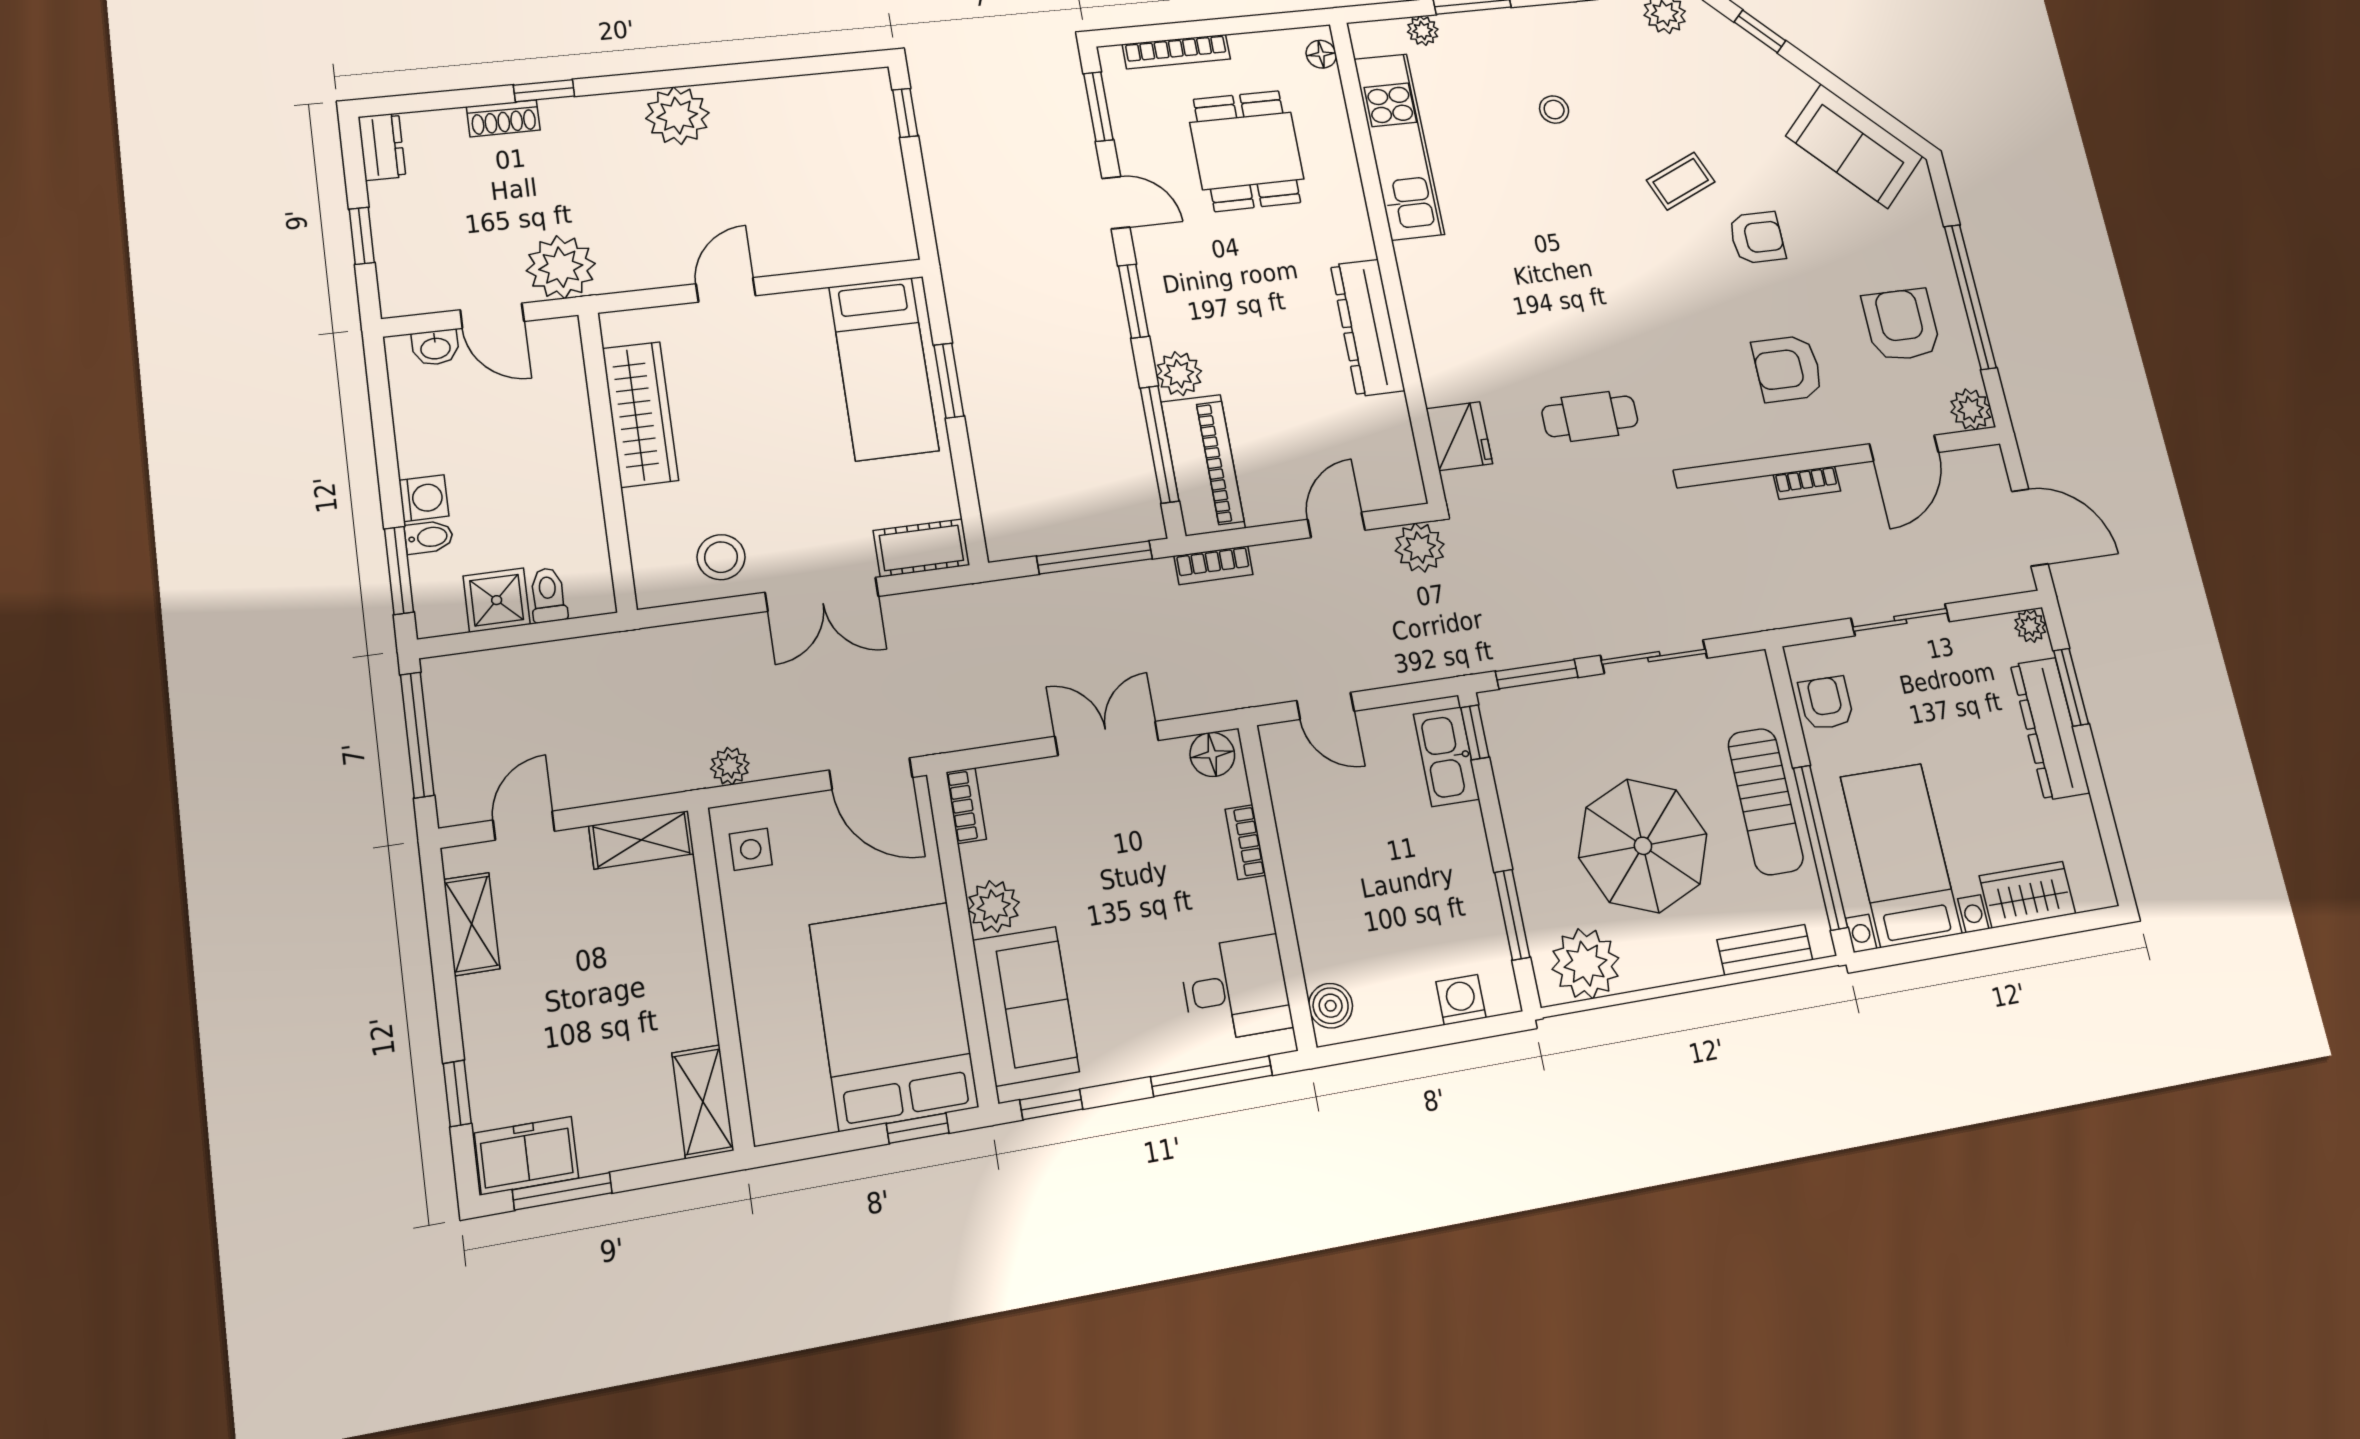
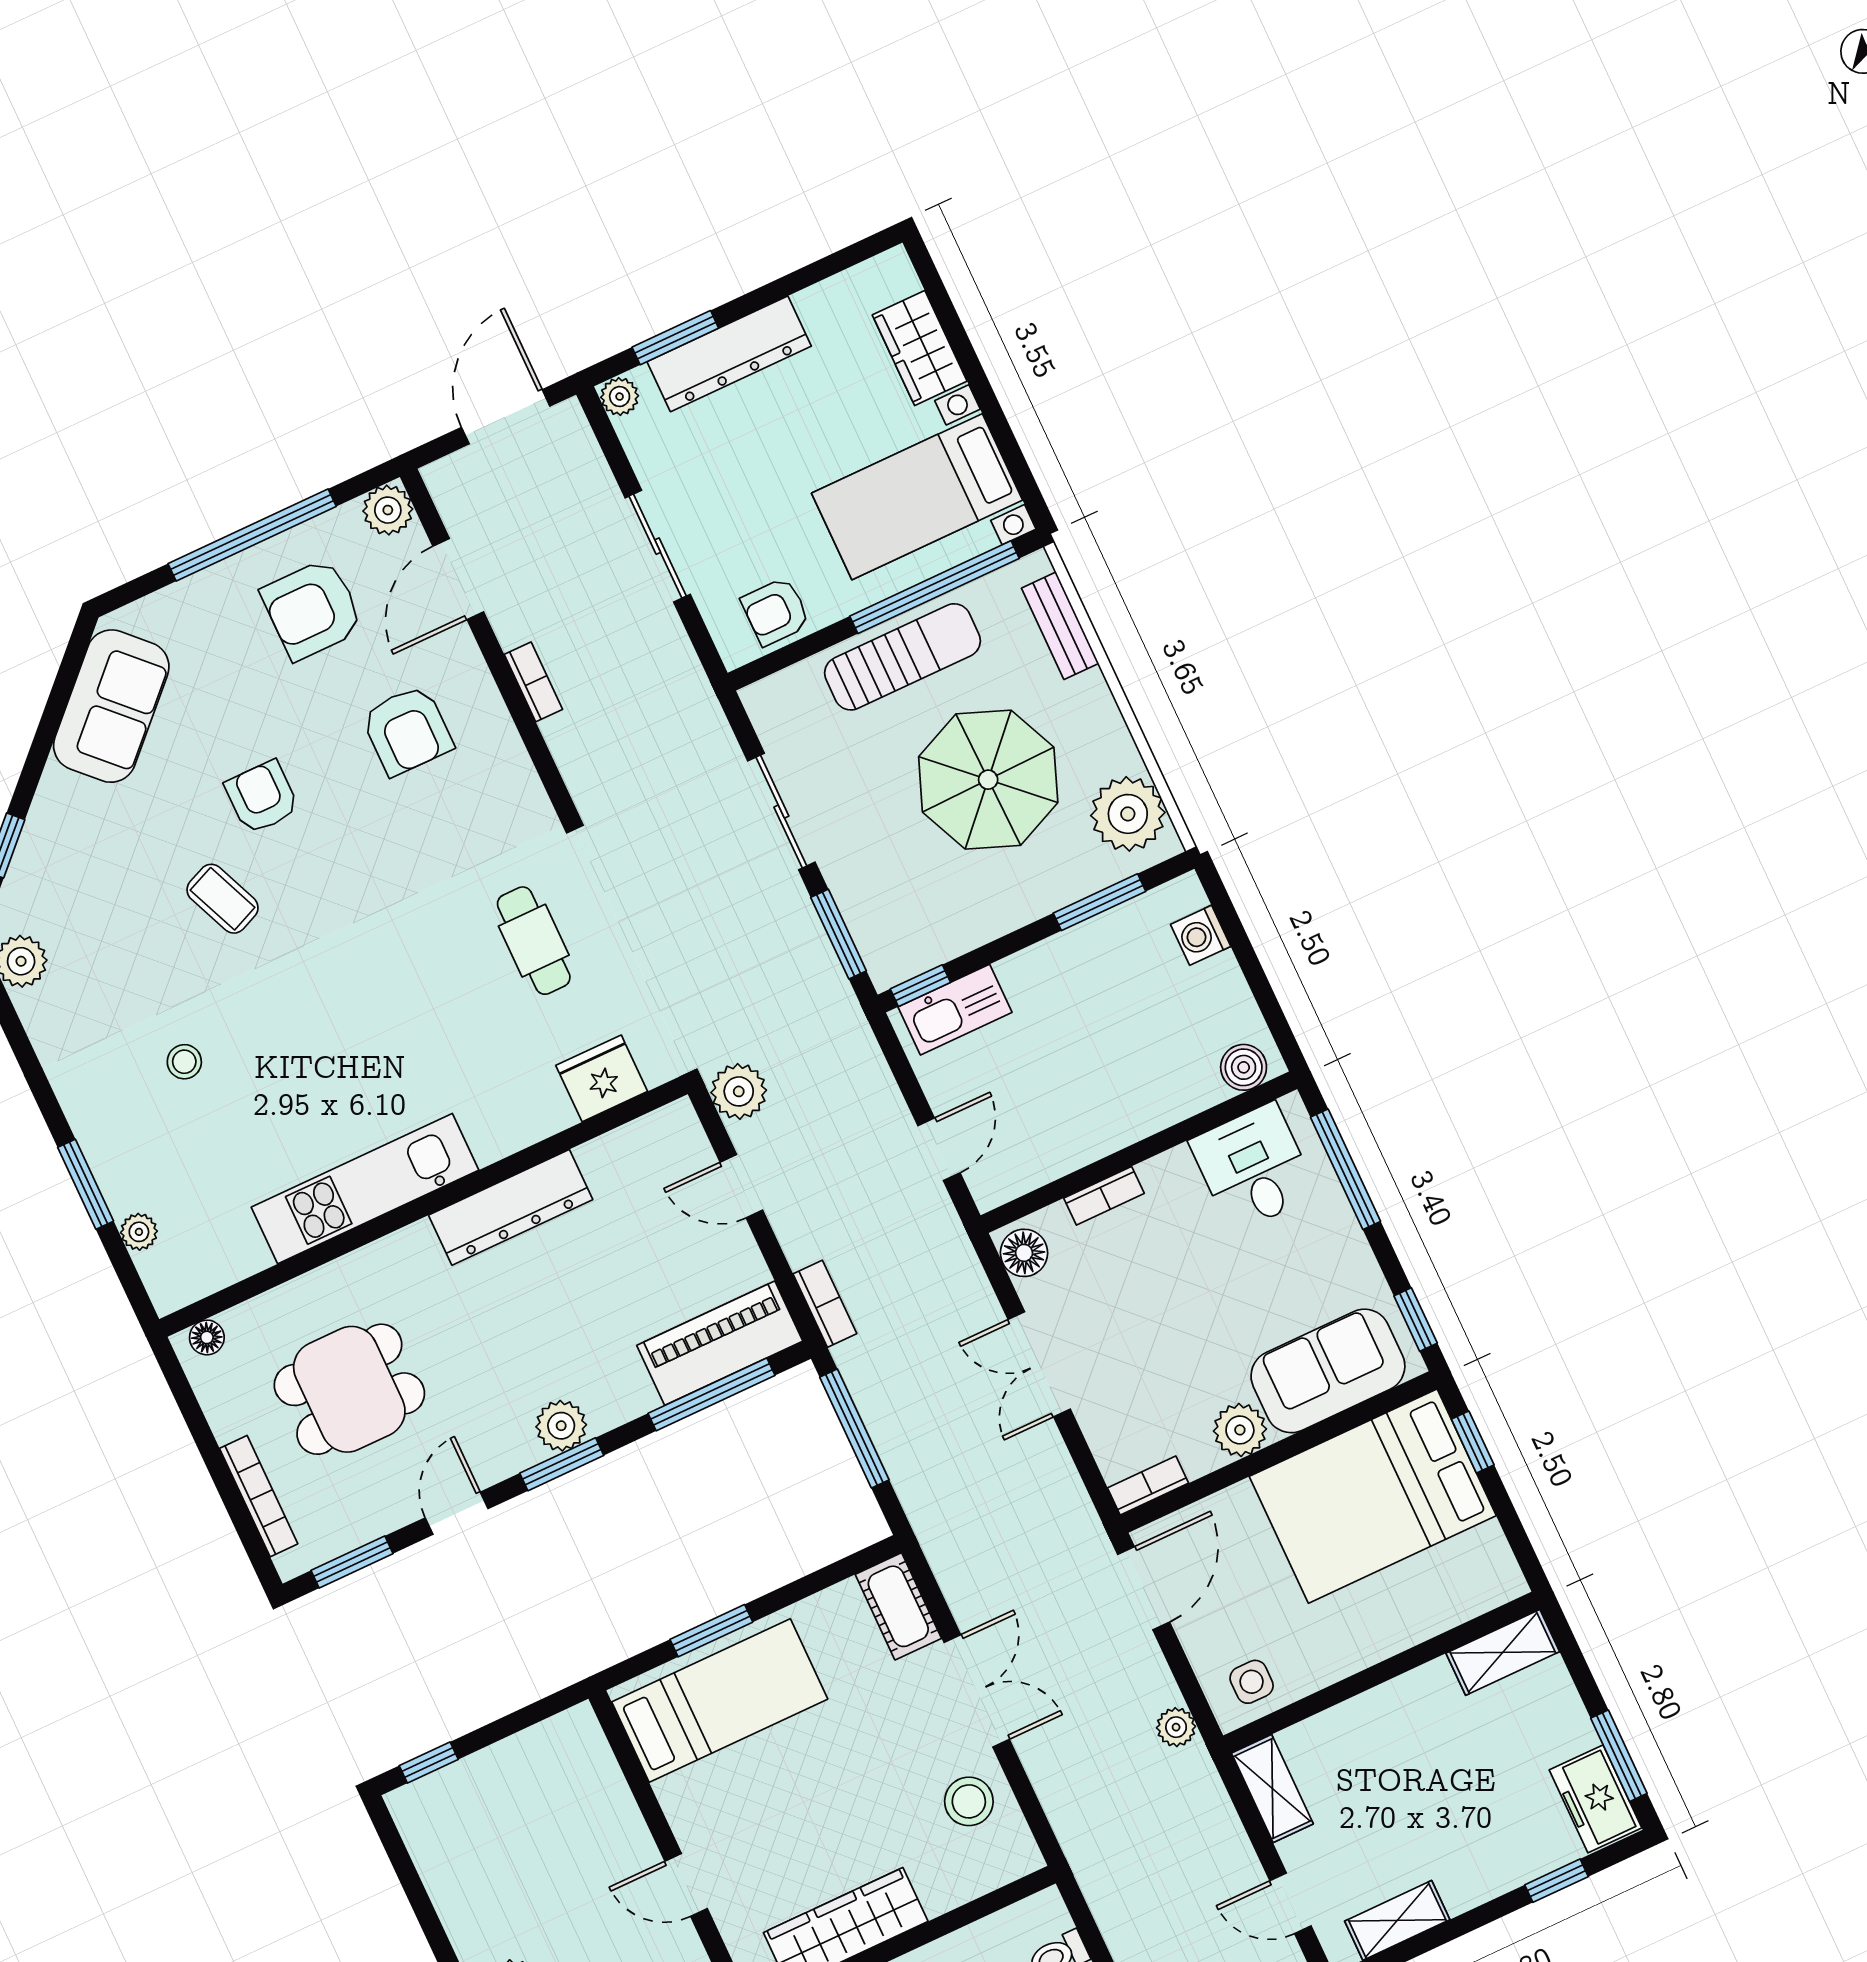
kitchen unit: (1399, 146) -> (365, 1189), moved
plant: (1179, 374) -> (561, 1426), moved
door: (1904, 448) -> (458, 579), swing flipped

